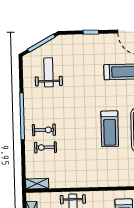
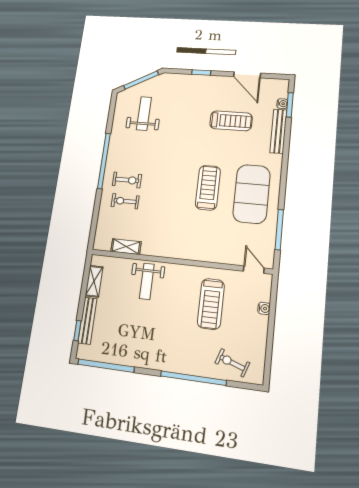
treadmill: (110, 129) -> (208, 188), turned 180
shelving: (37, 184) -> (126, 247), moved

